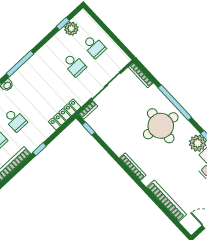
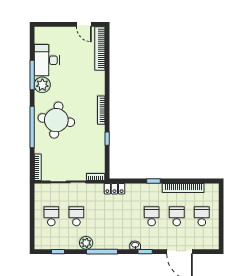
plant: (71, 29) -> (86, 243), moved
window: (20, 64) -> (102, 252), moved
locker: (65, 114) -> (114, 189), width x0.66
window: (89, 129) -> (107, 139), moved
bookcase: (167, 201) -> (100, 48), moved

